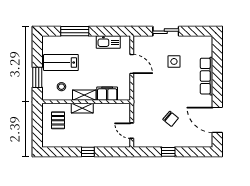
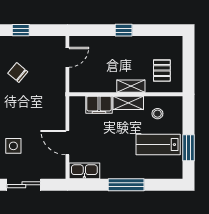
window: (75, 31) -> (126, 185), moved
kitchen sink: (108, 42) -> (84, 171), moved
lab bench: (61, 63) -> (158, 145), turned 180
window: (37, 77) -> (189, 148), moved
door: (132, 131) -> (67, 57), hinge flipped

